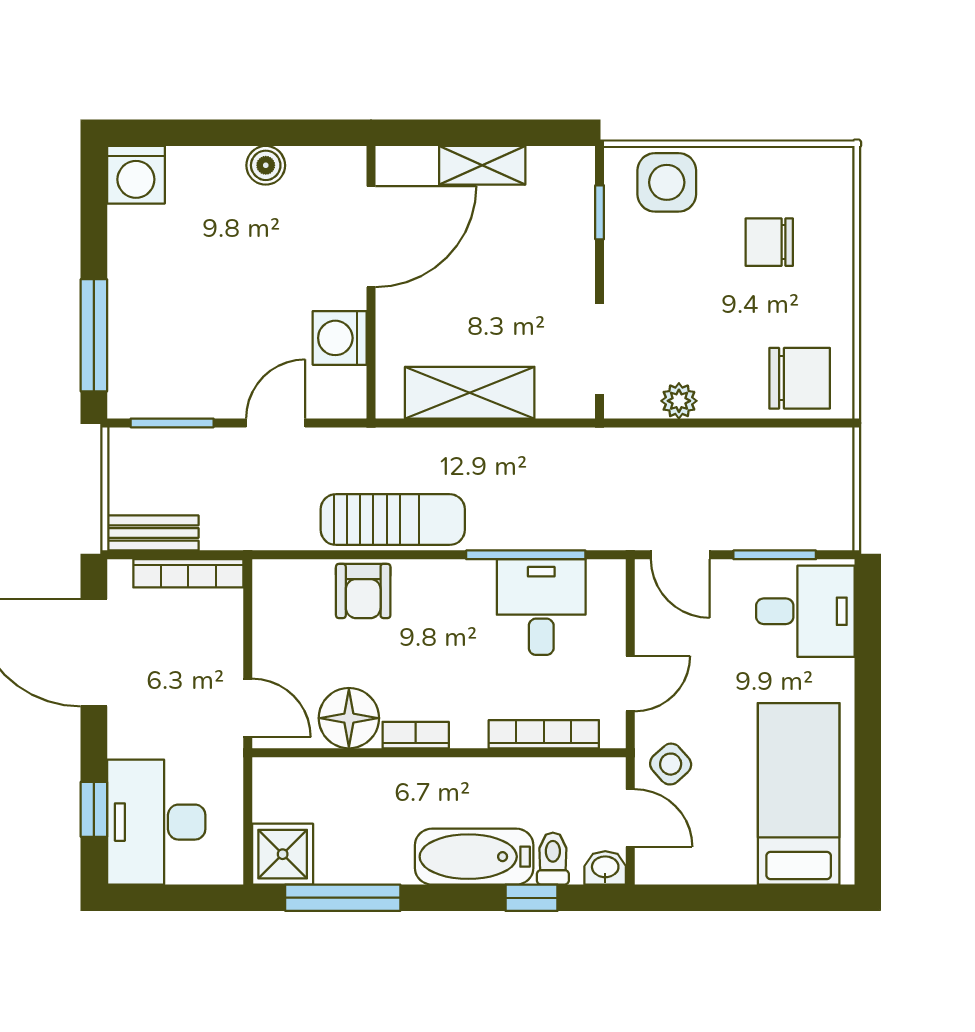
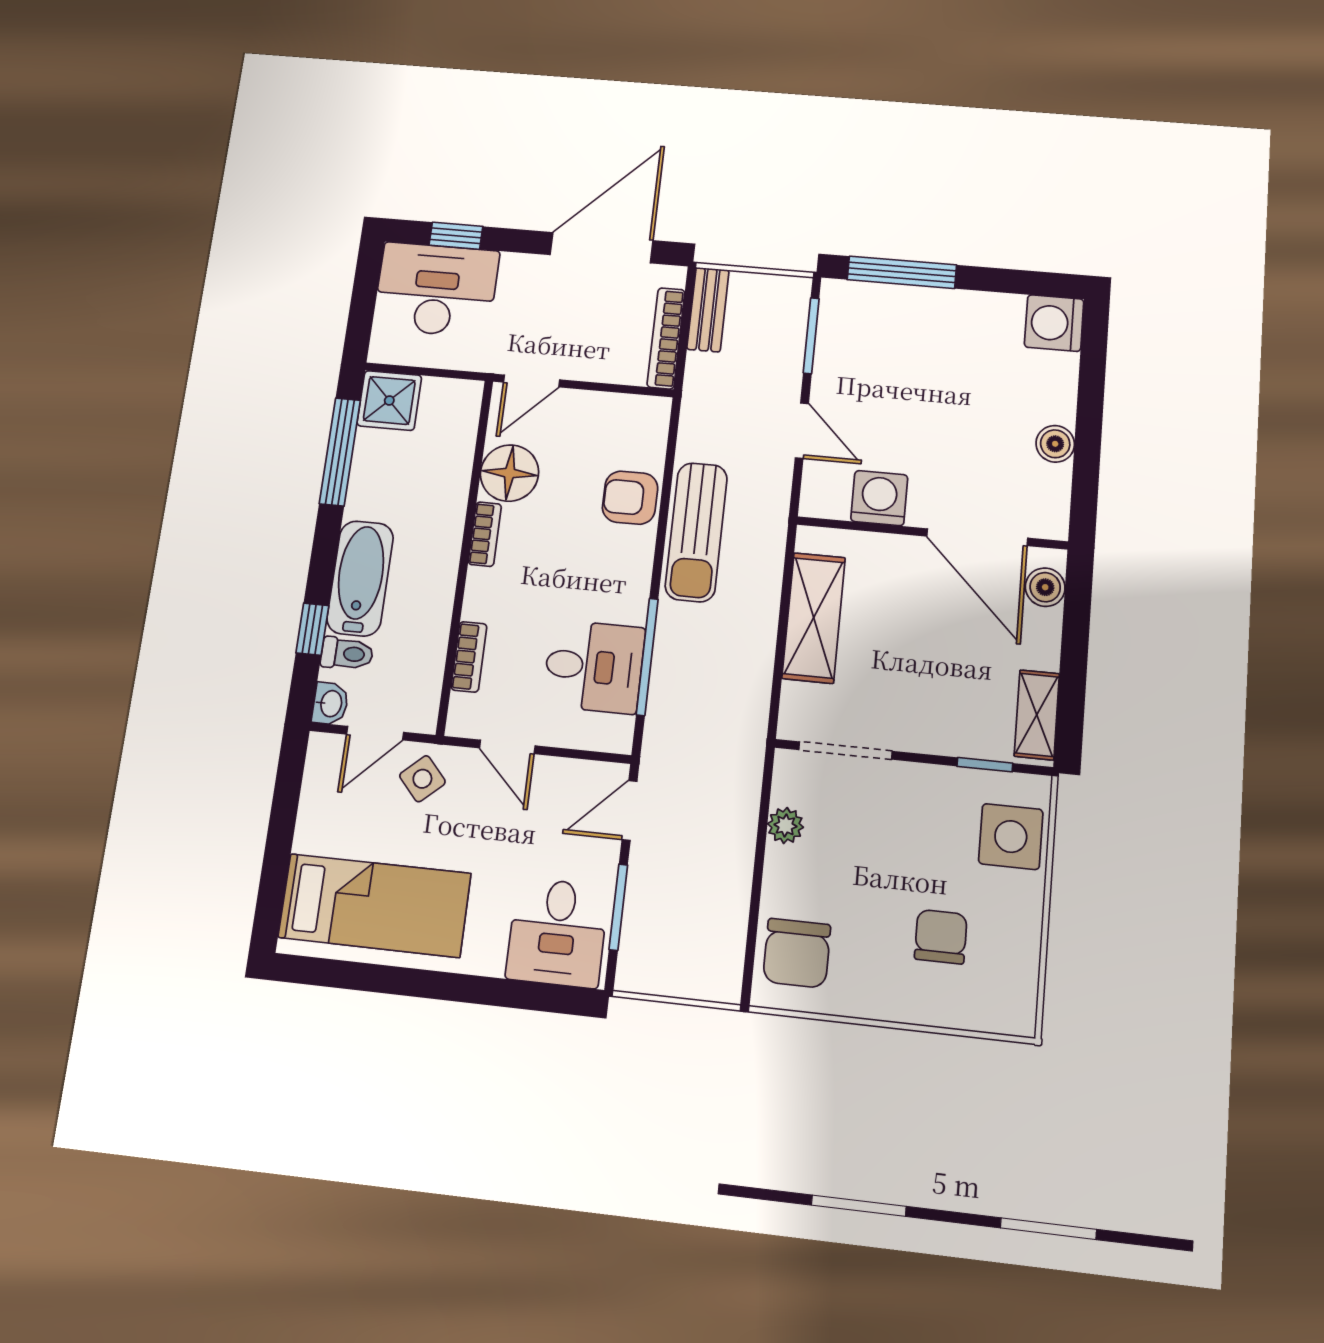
shelving: (482, 165) -> (1037, 715), moved
boiler: (416, 166) -> (1045, 587), added
bookcase: (544, 734) -> (469, 657), width x0.64

